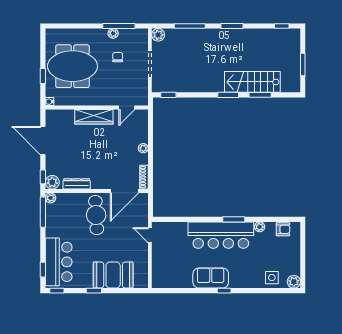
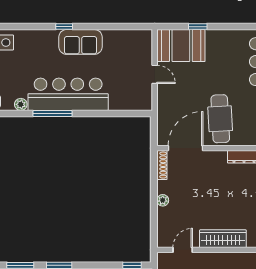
window: (234, 219) -> (52, 114), width x1.44
door: (150, 235) -> (155, 74), moved
booth: (113, 275) -> (181, 46), moved
window: (94, 291) -> (198, 27), moved

